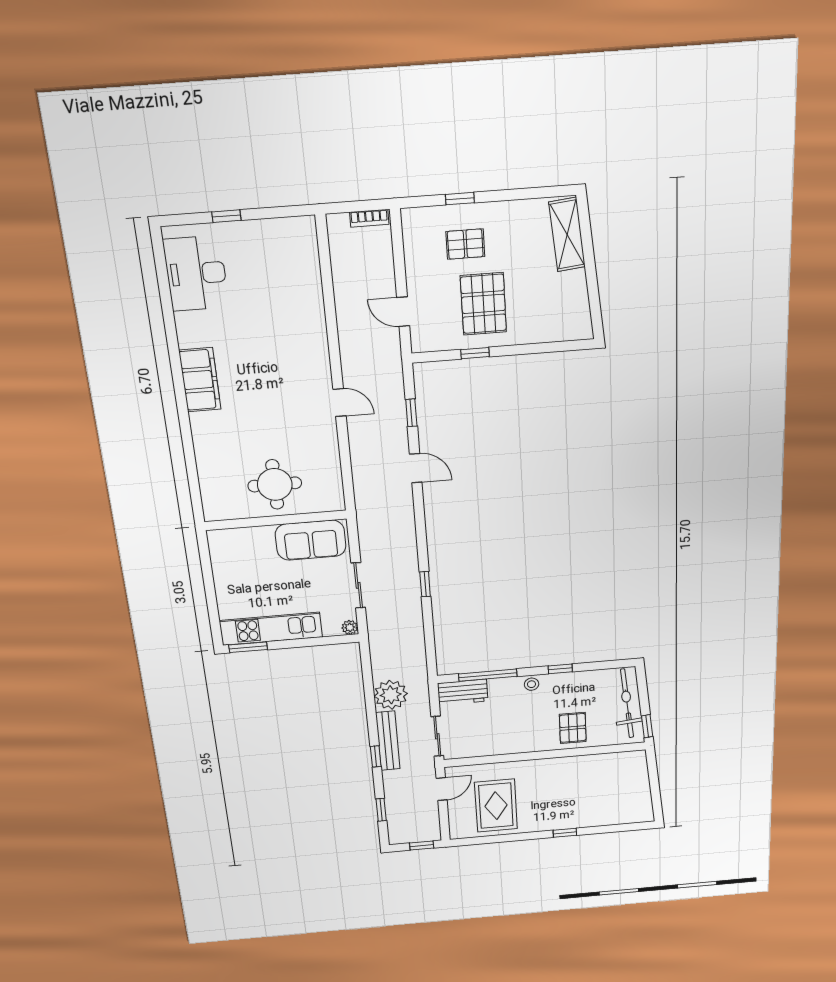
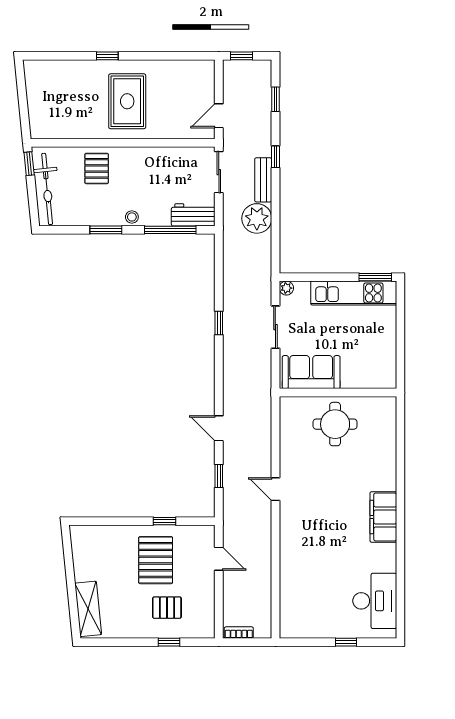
window: (560, 669) -> (106, 230), width x1.50
bench: (388, 741) -> (263, 180), width x0.73
rug: (496, 806) -> (127, 101), moved

